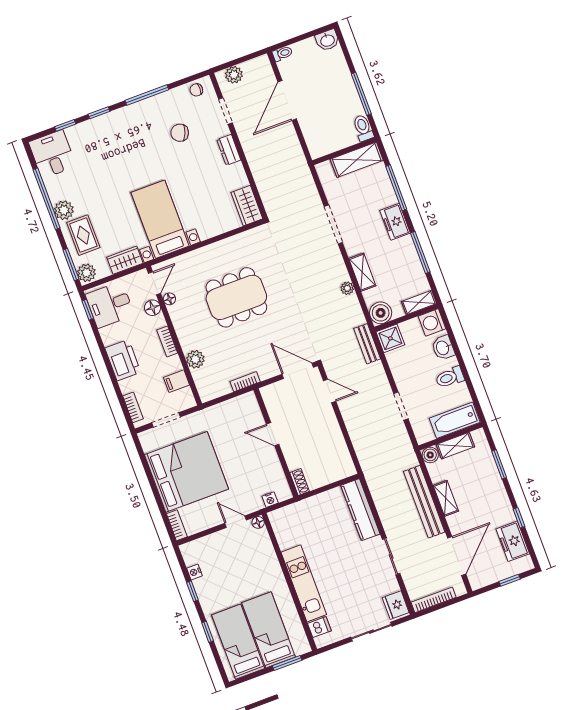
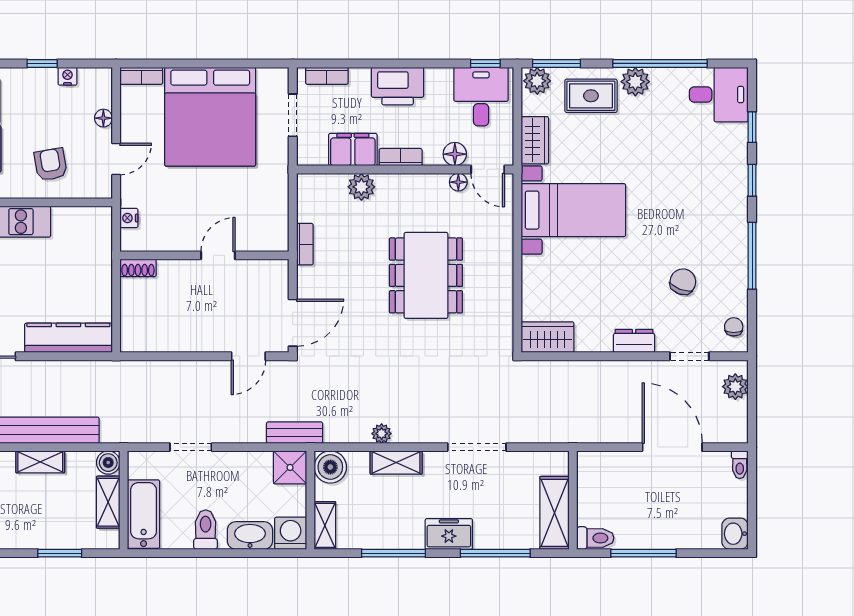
washbasin: (443, 348) -> (250, 536), width x1.38
filing cabinet: (177, 381) -> (353, 150), width x2.00
floor lamp: (258, 522) -> (103, 118), moved
armchair: (255, 562) -> (51, 164), added

